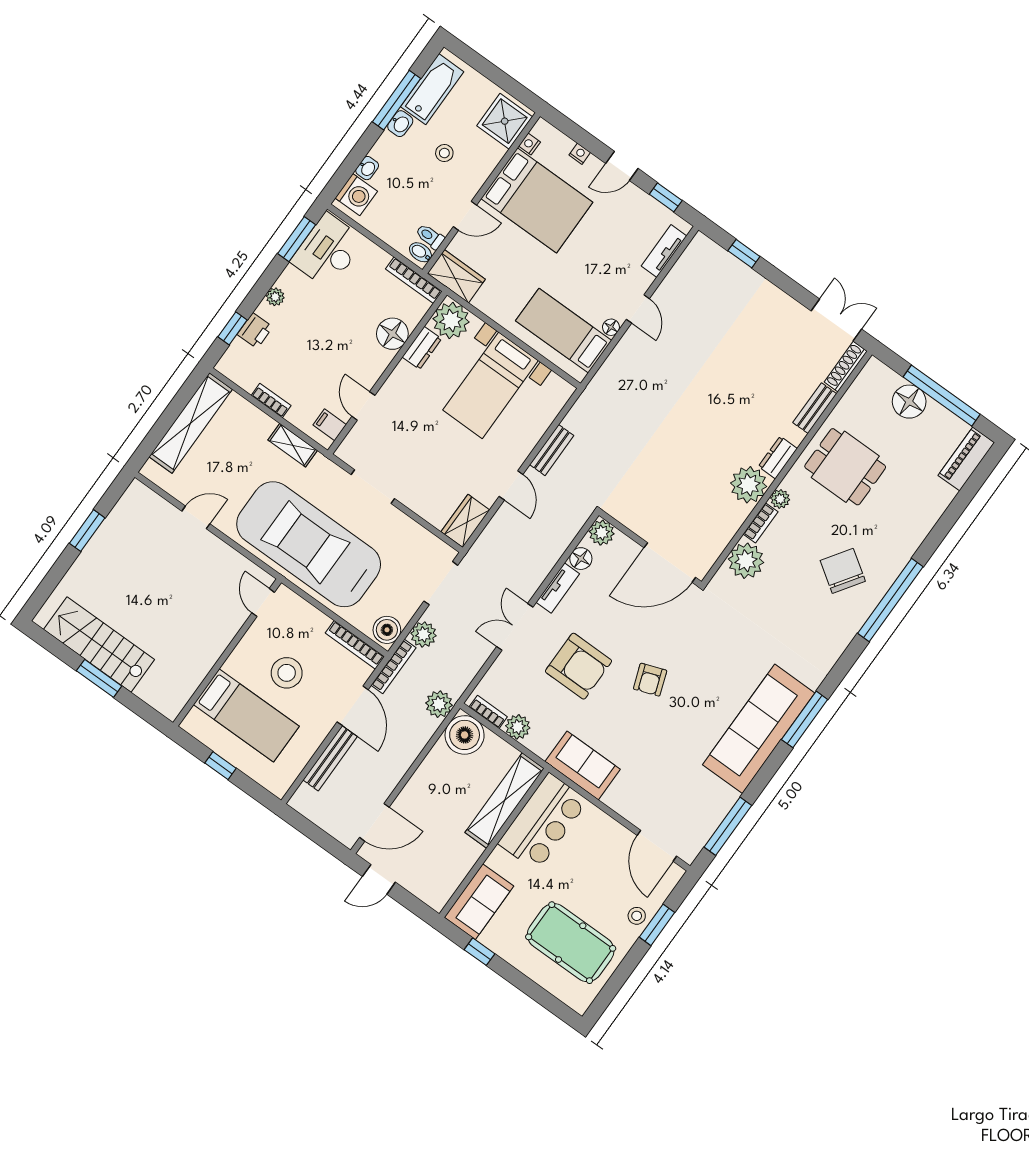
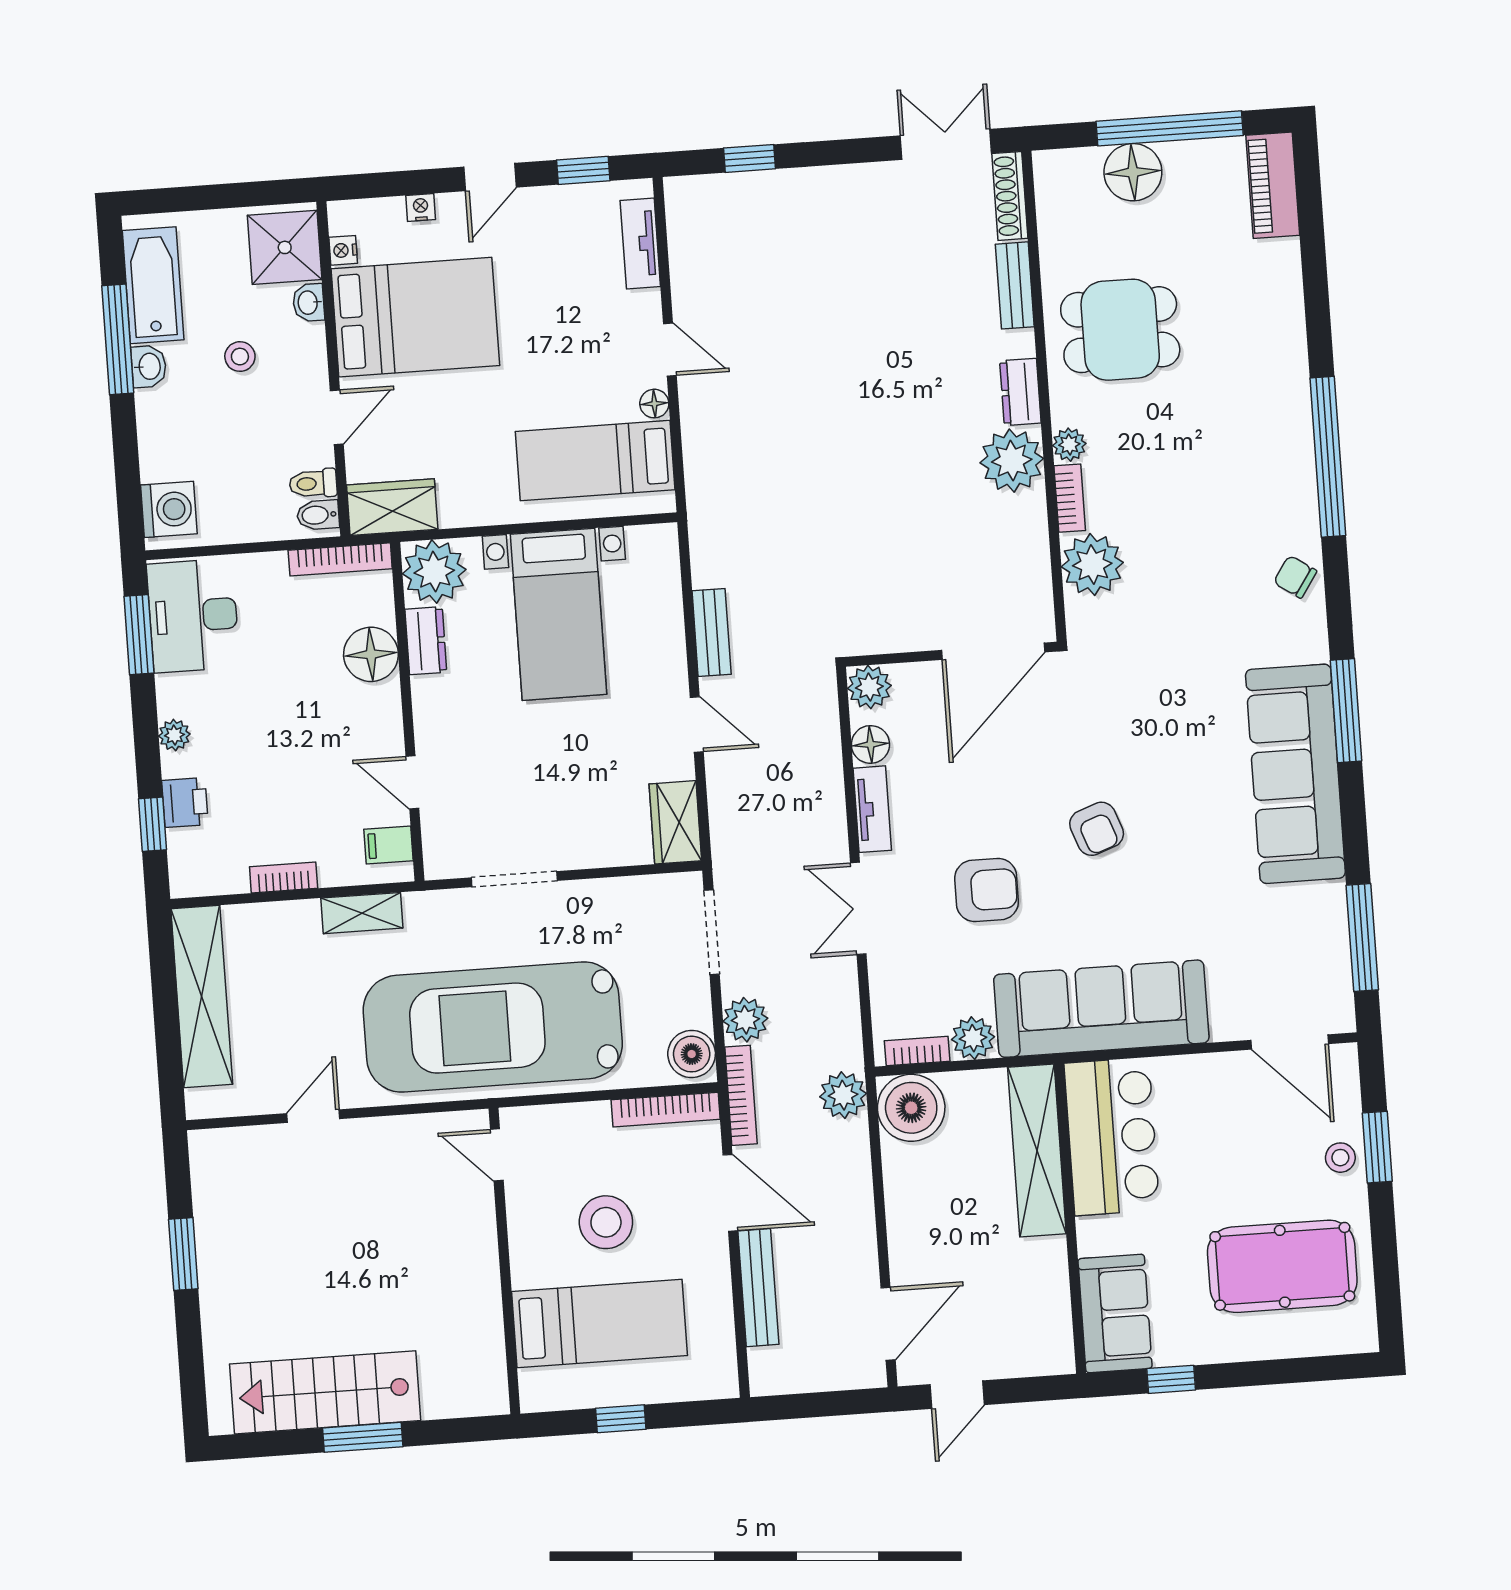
washbasin: (367, 168) -> (309, 303), moved, turned 180
chair: (843, 571) -> (1295, 577), moved, width x0.54, depth x0.54
armchair: (579, 666) -> (987, 890), width x0.73, depth x0.73
sofa: (583, 765) -> (1101, 1009), width x1.85, depth x1.27

